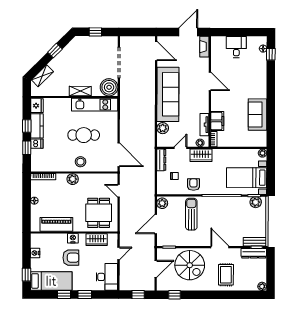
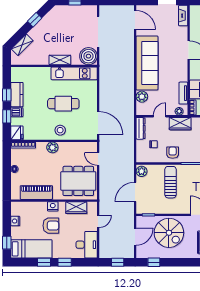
fridge: (37, 106) -> (17, 133), moved
dining table: (99, 213) -> (78, 181), width x1.38

